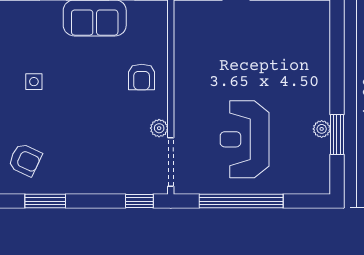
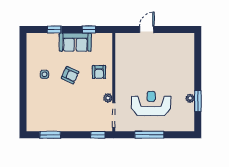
reception desk: (245, 139) -> (151, 104), turned 90
armchair: (25, 160) -> (70, 75), moved
window: (241, 201) -> (149, 135), width x0.68

